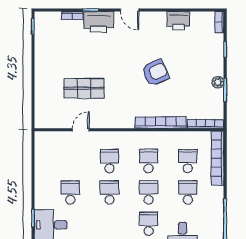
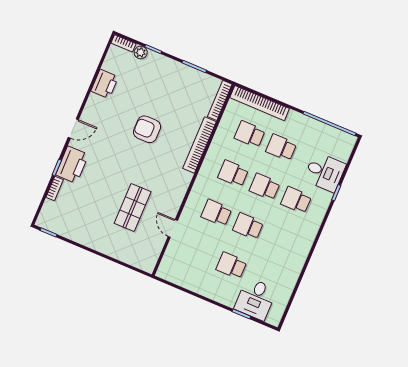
armchair: (155, 73) -> (147, 129), turned -67
plant: (218, 82) -> (141, 52), moved

